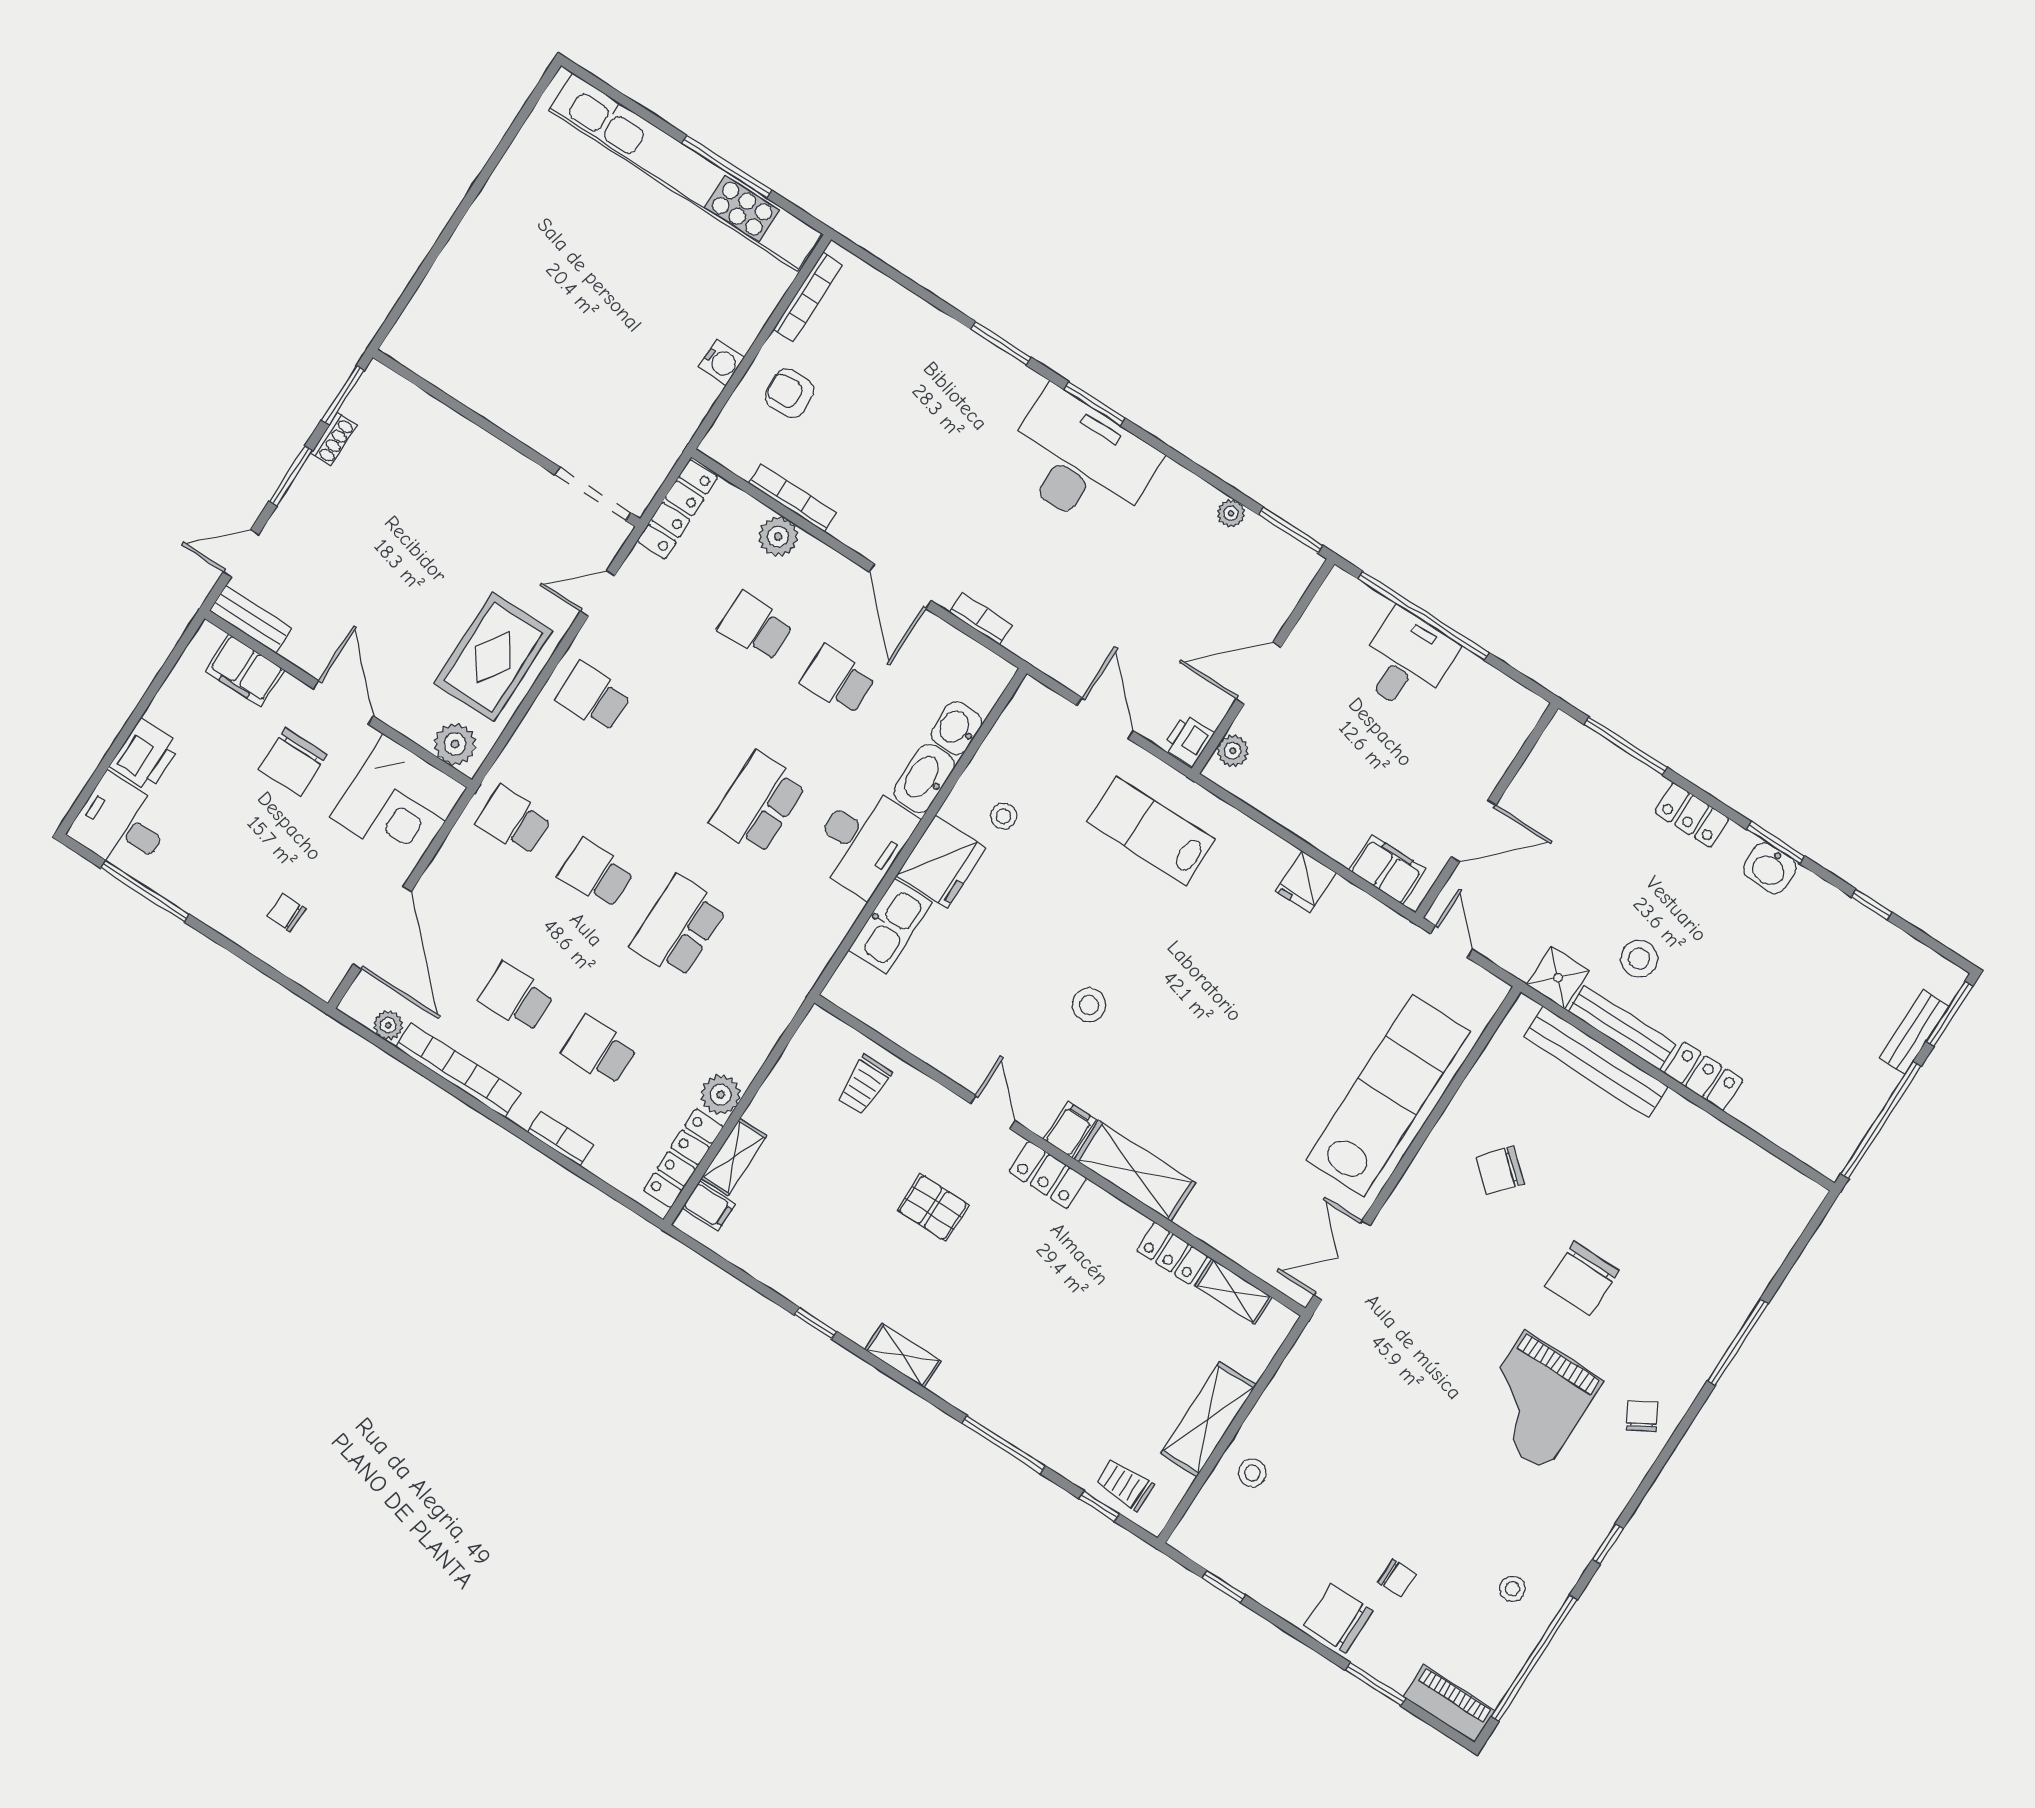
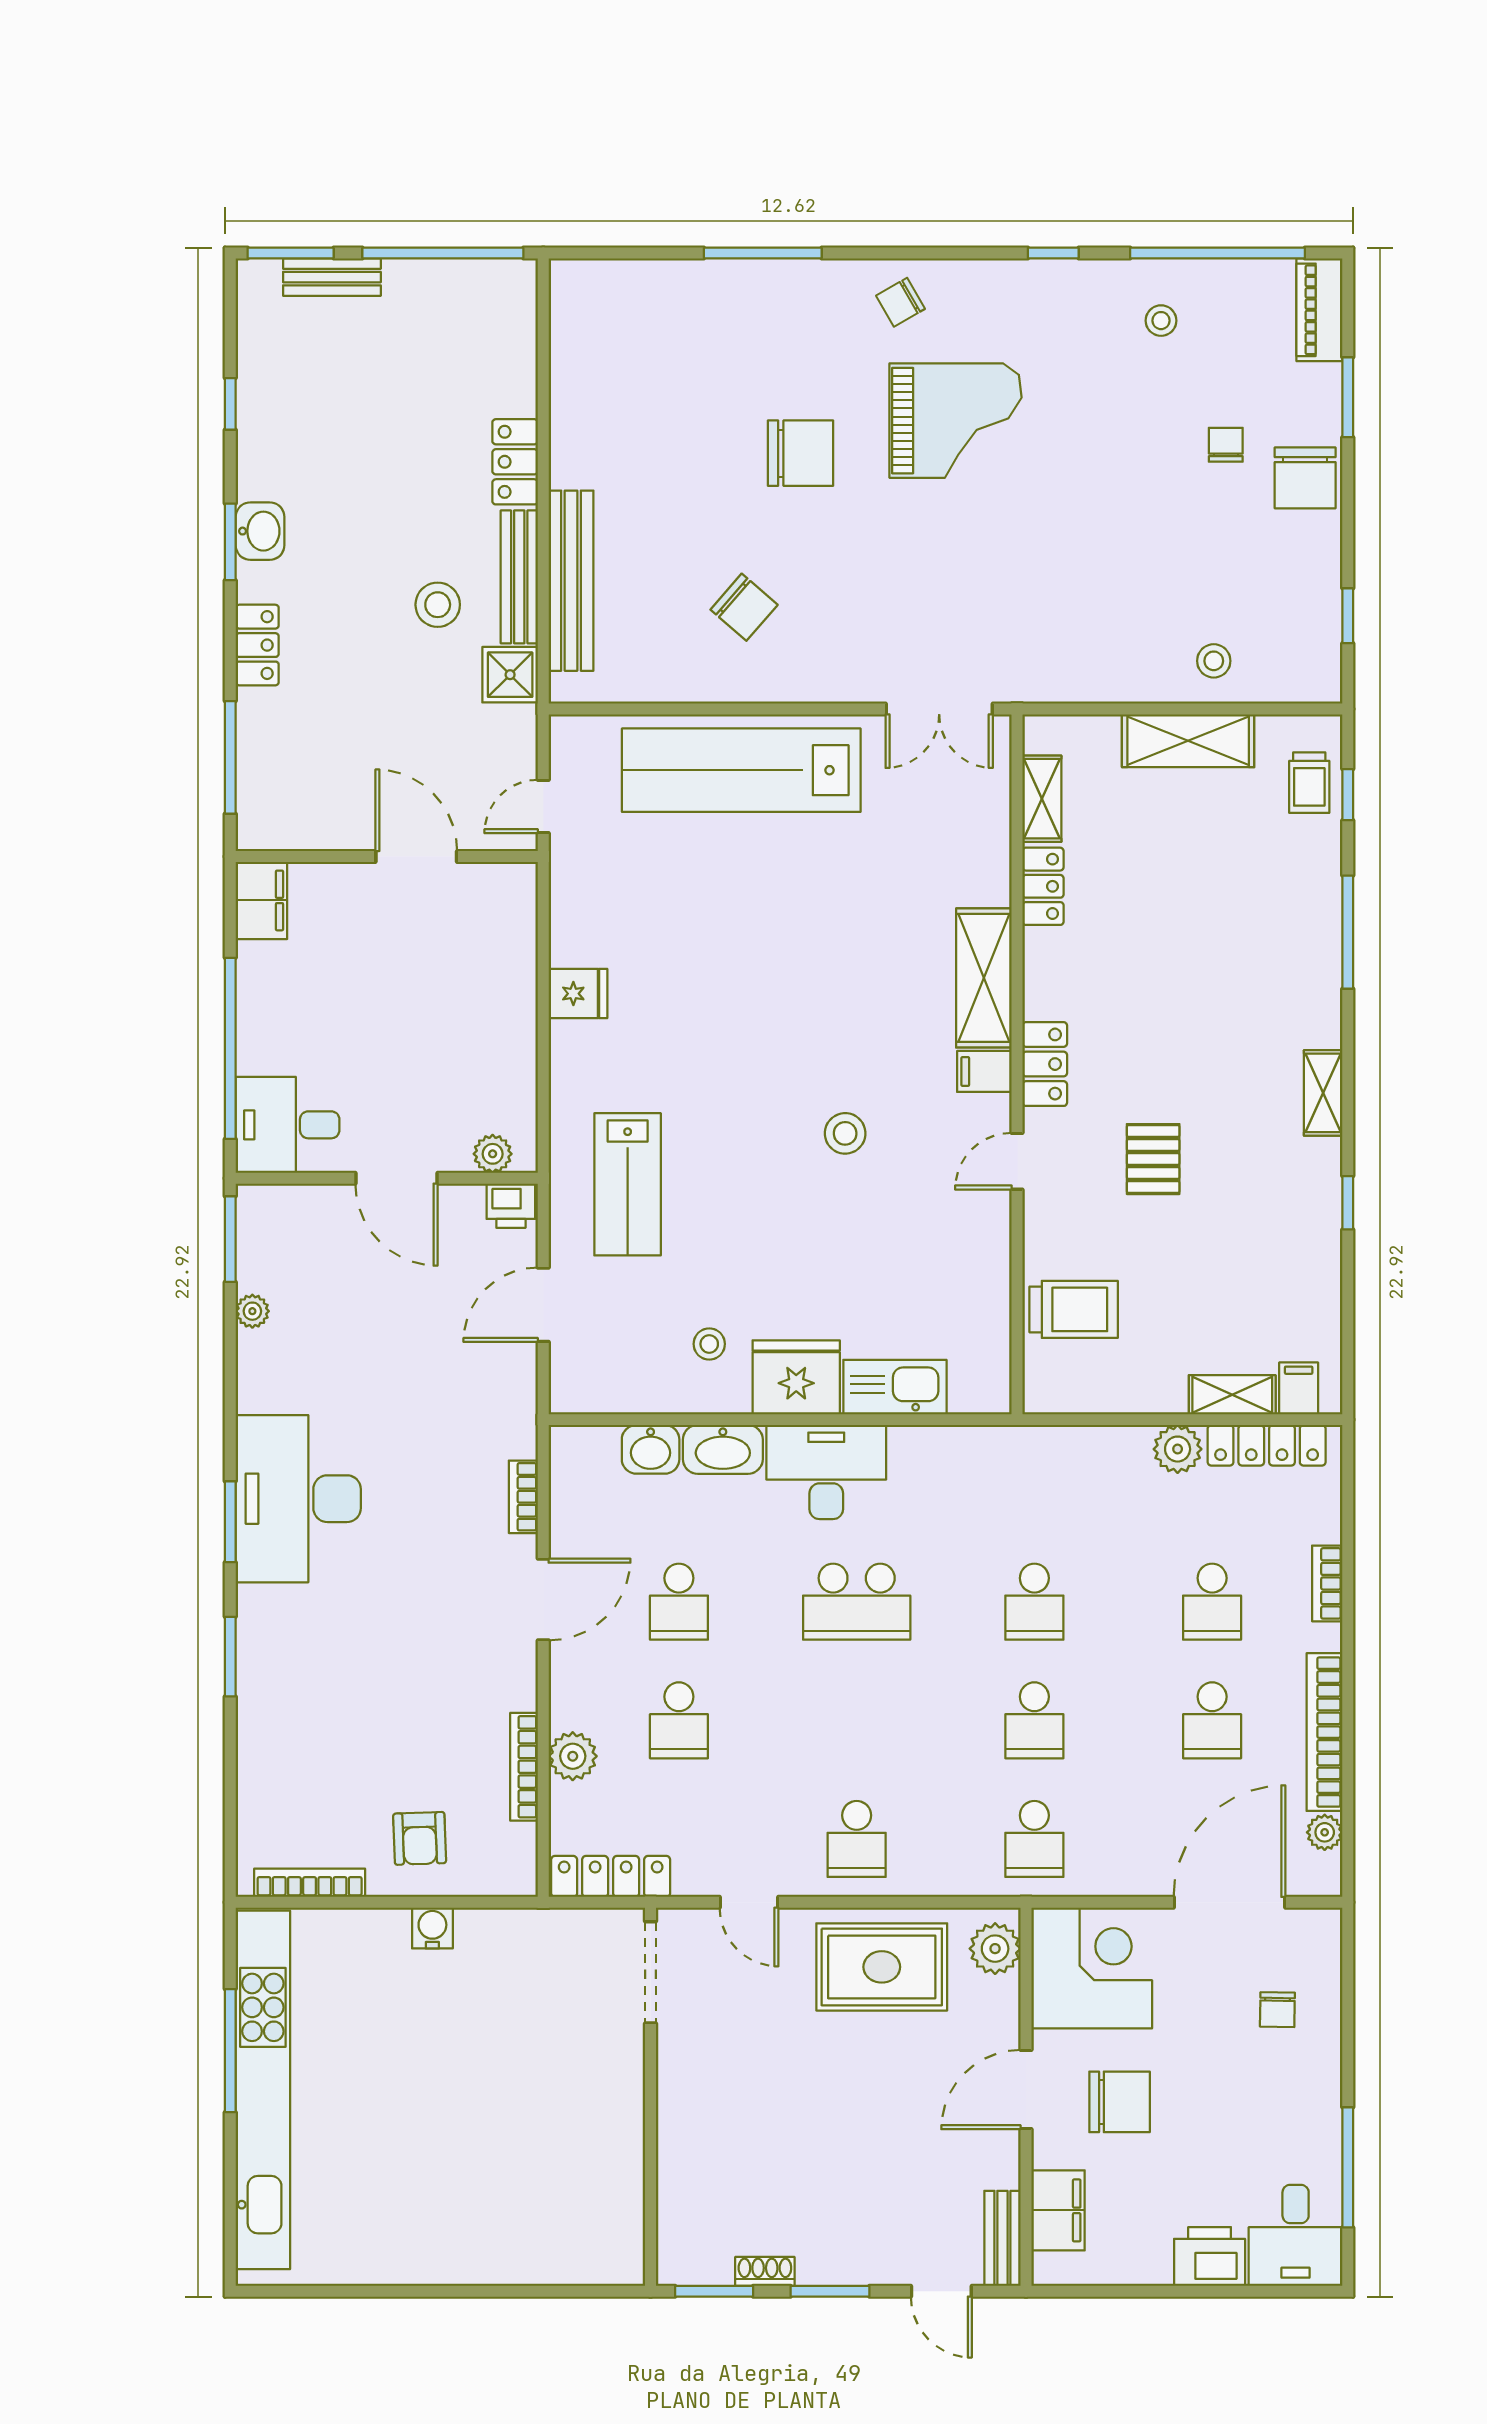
desk: (1406, 661) -> (288, 1125), moved
filing cabinet: (1387, 870) -> (261, 900), moved, turned 180
school desk: (679, 927) -> (1034, 1602), width x0.54
trolley: (864, 1085) -> (1074, 1309), width x1.36, depth x1.39

